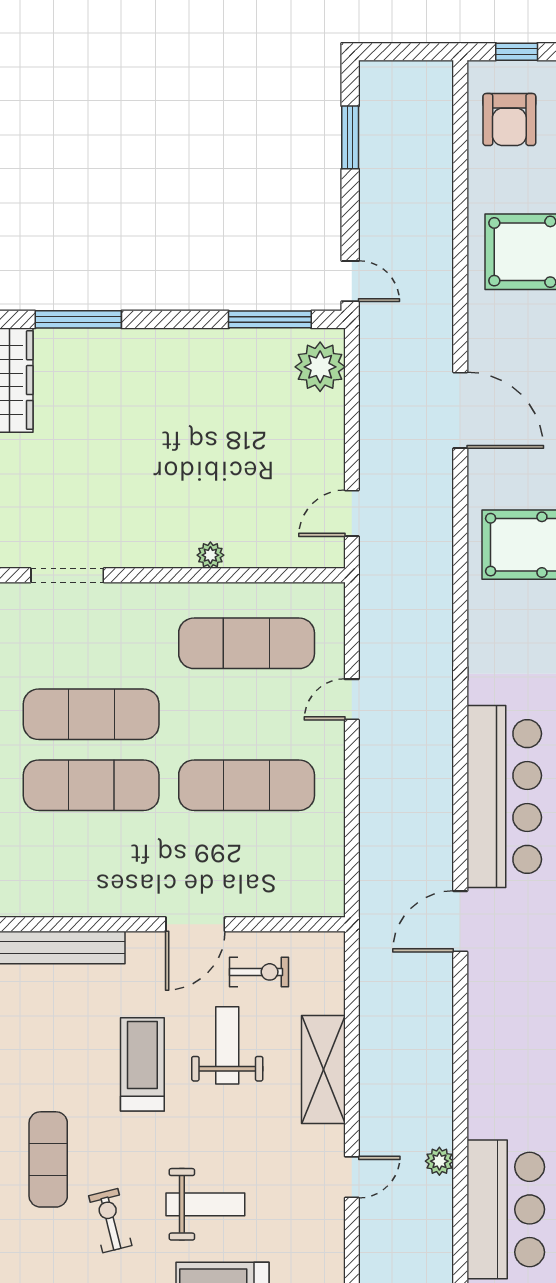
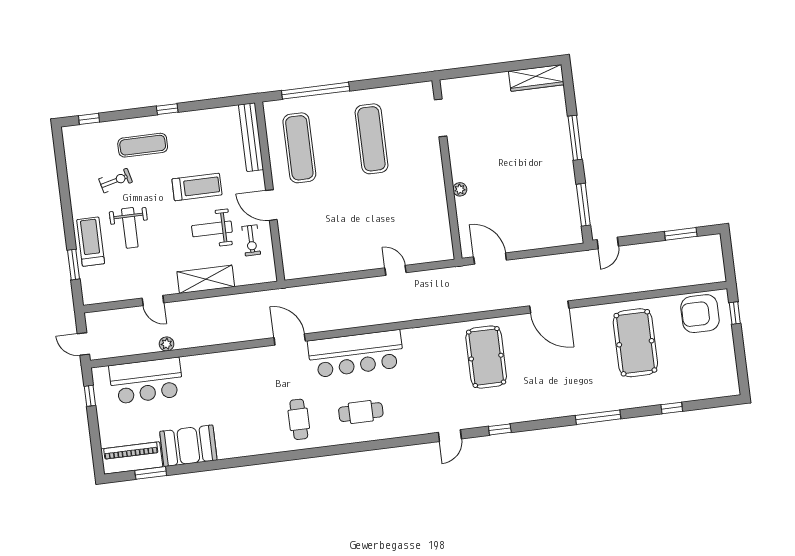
armchair: (509, 120) -> (700, 314), width x1.36, depth x1.36
window: (78, 319) -> (575, 138), moved
plant: (320, 367) -> (562, 233), removed
door: (460, 410) -> (549, 307), hinge flipped
door: (352, 513) -> (490, 259), width x1.38
exercise mat: (247, 643) -> (417, 213), removed
exercise mat: (91, 785) -> (299, 148), moved
exercise mat: (247, 785) -> (345, 222), removed
weight bench: (227, 1045) -> (212, 229), turned 180

